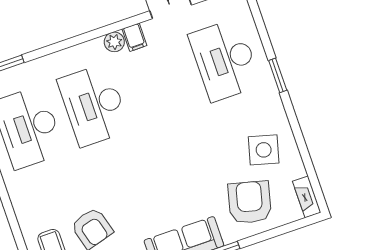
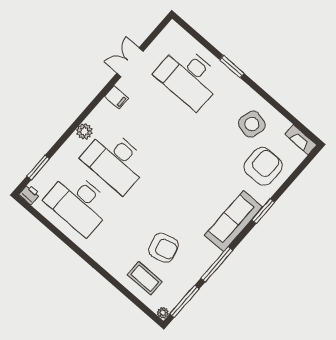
plant: (114, 42) -> (84, 131), moved
armchair: (250, 202) -> (263, 166), turned 76

